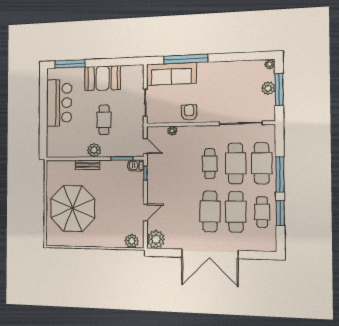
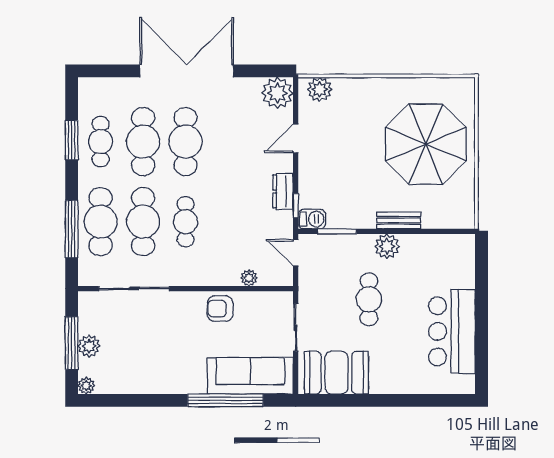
window: (70, 64) -> (432, 400), removed
booth: (103, 78) -> (336, 373), moved
armchair: (189, 112) -> (220, 309), turned 90
window: (280, 174) -> (72, 229), moved
dresser: (153, 182) -> (283, 191), added

